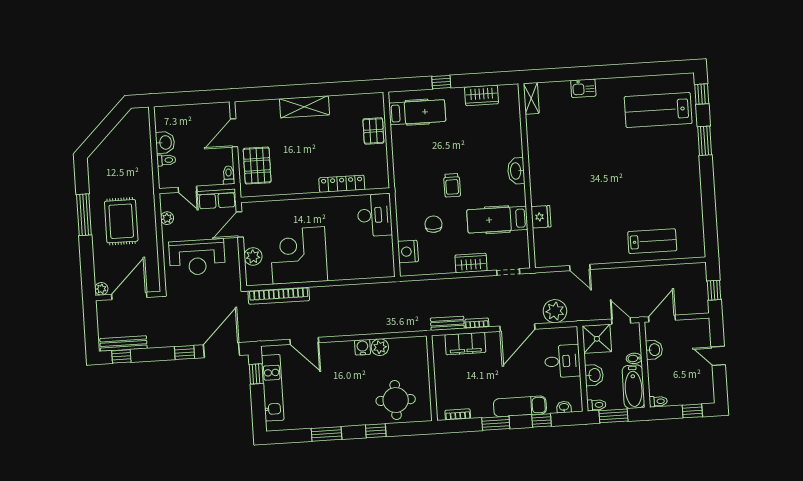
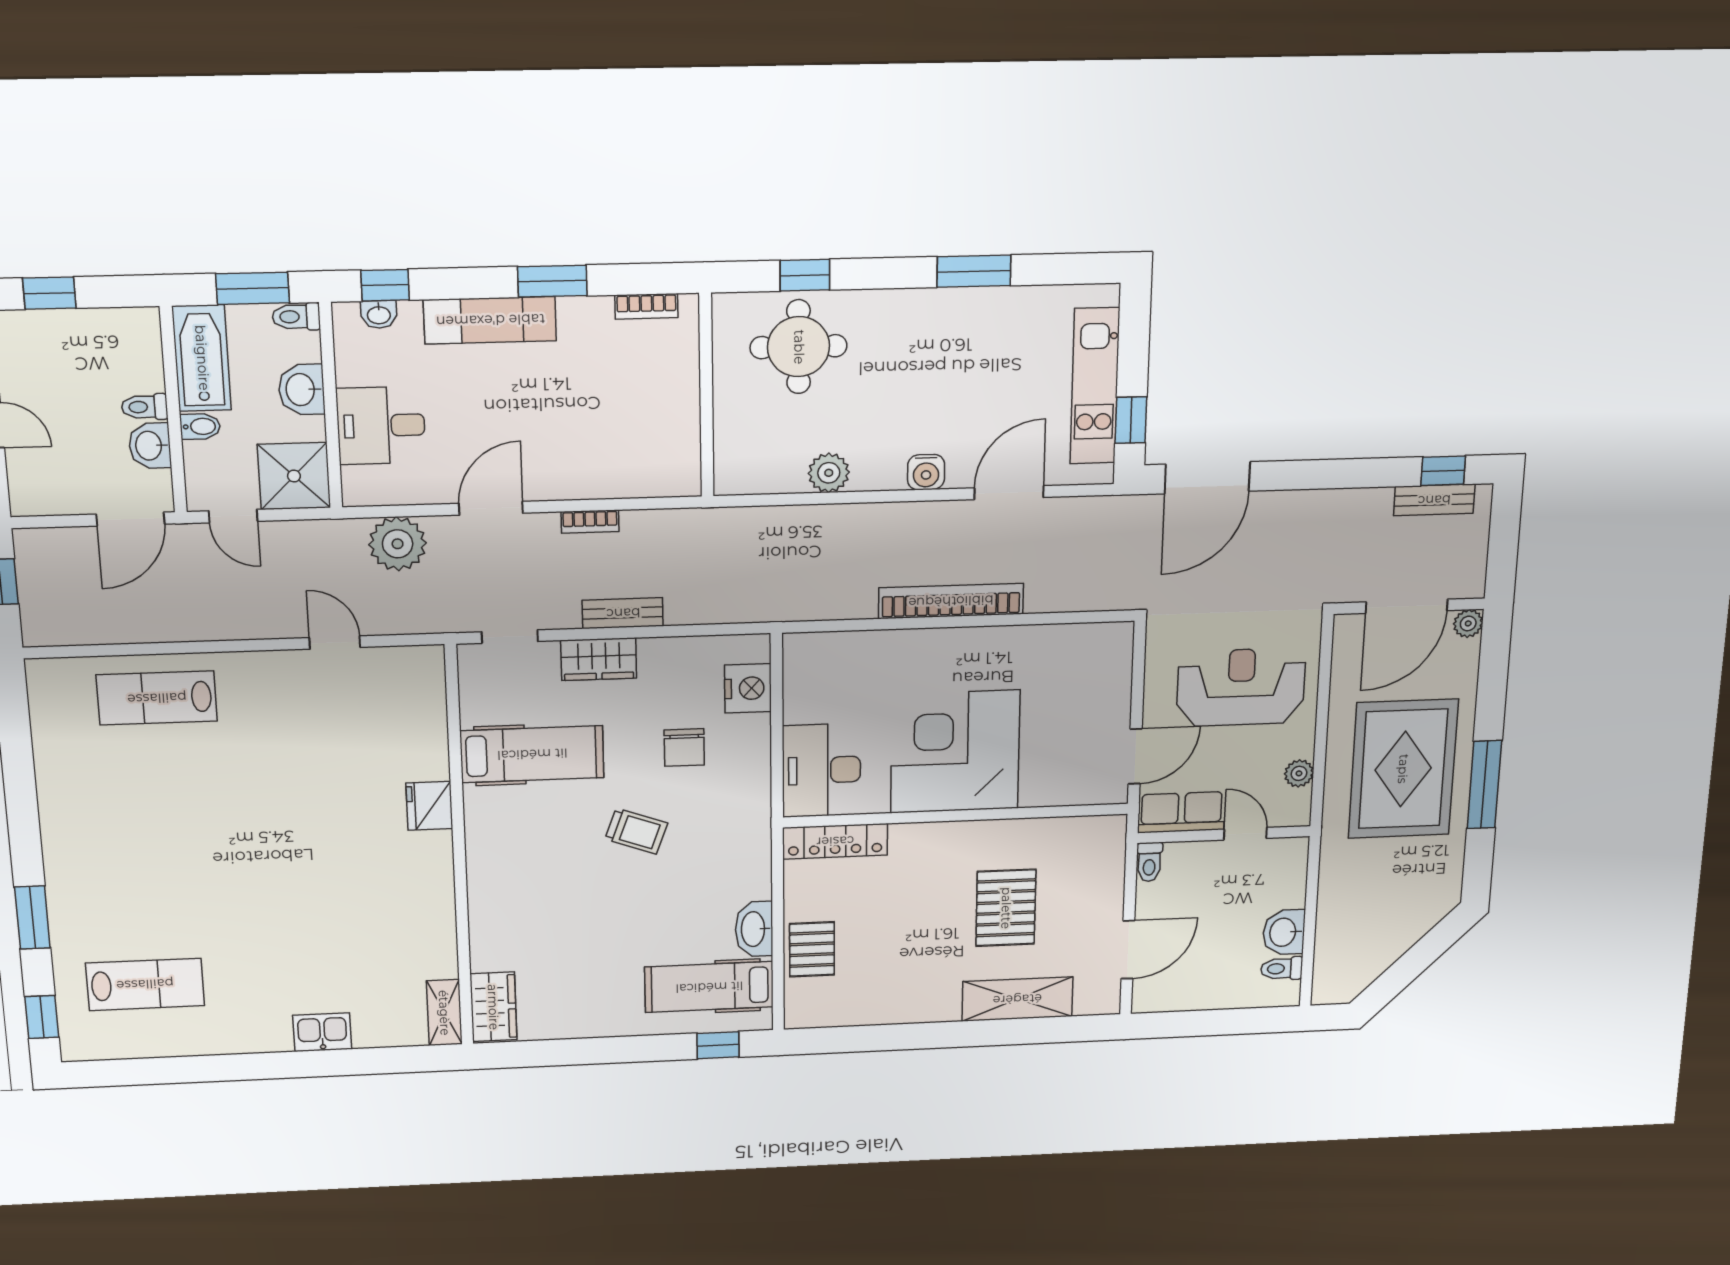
window: (441, 82) -> (718, 1045), moved
wardrobe: (482, 95) -> (493, 1007), moved, turned 90
shelving: (304, 107) -> (1017, 999), moved
lab bench: (658, 110) -> (145, 984), width x0.73, depth x0.72
toilet: (166, 160) -> (1282, 969), moved
pallet: (257, 166) -> (1006, 908), moved
washbasin: (516, 171) -> (754, 929), moved, turned 180
locker: (342, 184) -> (835, 841), moved
trolley: (452, 185) -> (636, 831), turned 110
fridge: (541, 217) -> (429, 806), moved
rug: (121, 221) -> (1403, 769), width x1.37, depth x1.44
corner desk: (299, 255) -> (955, 752), moved, turned 180
plant: (253, 256) -> (1112, 686), removed
bookcase: (279, 296) -> (951, 601), moved
bench: (447, 323) -> (623, 613), moved
door: (517, 328) -> (491, 508), width x0.73
door: (304, 341) -> (1009, 493), hinge flipped
bench: (123, 343) -> (1434, 500), width x0.73
filing cabinet: (465, 343) -> (620, 475), removed
water cooler: (362, 347) -> (926, 472), moved
window: (184, 352) -> (1295, 475), removed
toilet: (658, 401) -> (145, 407), moved
window: (541, 420) -> (385, 285), moved
window: (376, 431) -> (805, 275), moved

